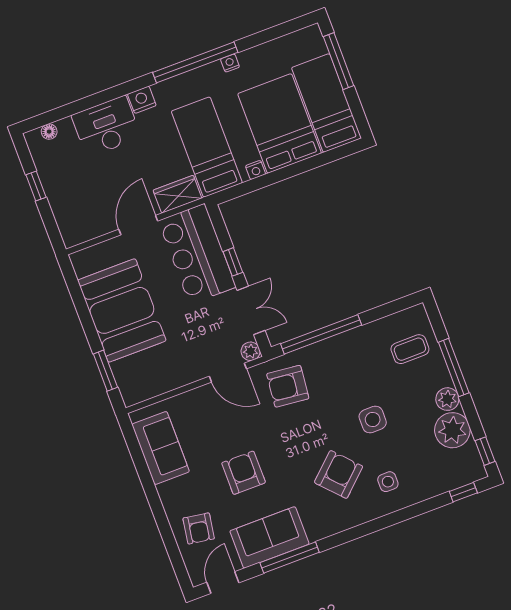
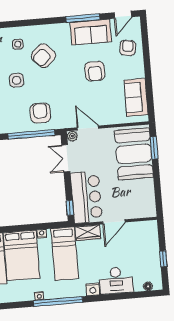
window: (233, 262) -> (70, 208), moved
booth: (122, 310) -> (134, 154), moved
armchair: (288, 386) -> (40, 113), moved, turned -96

